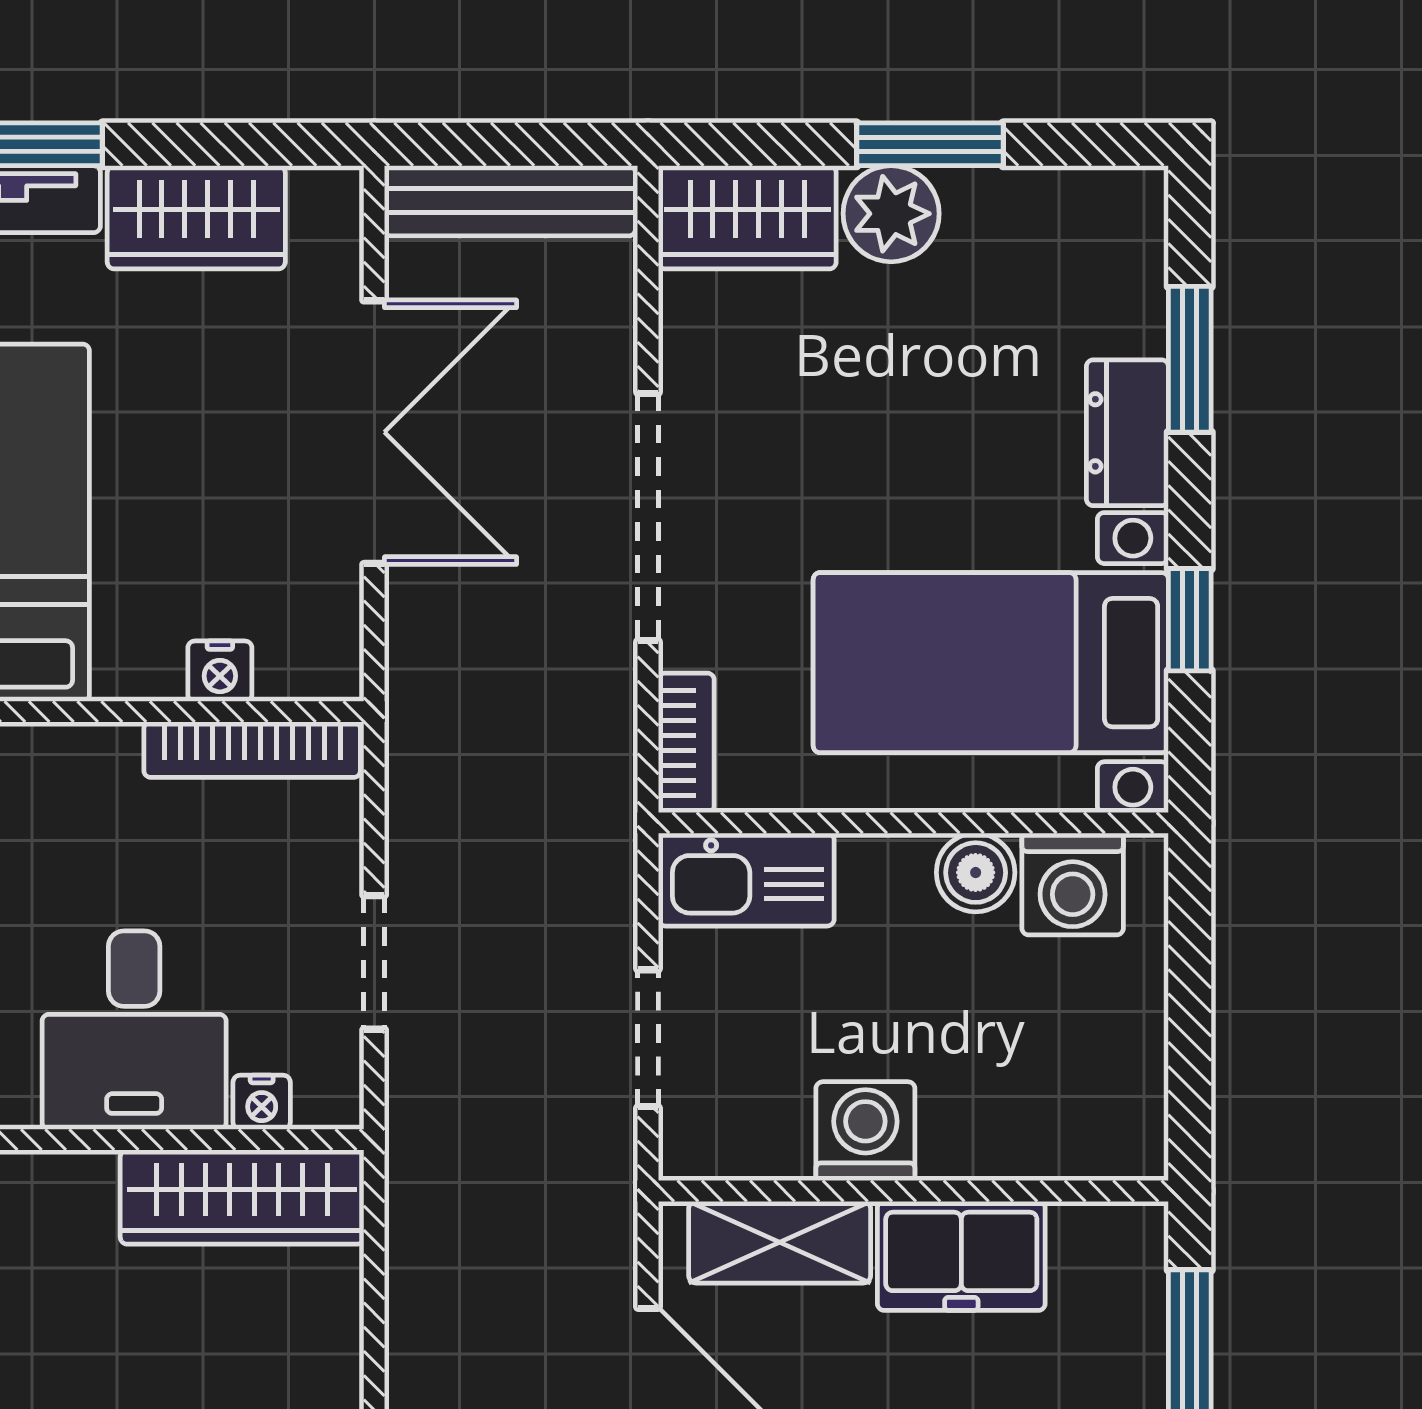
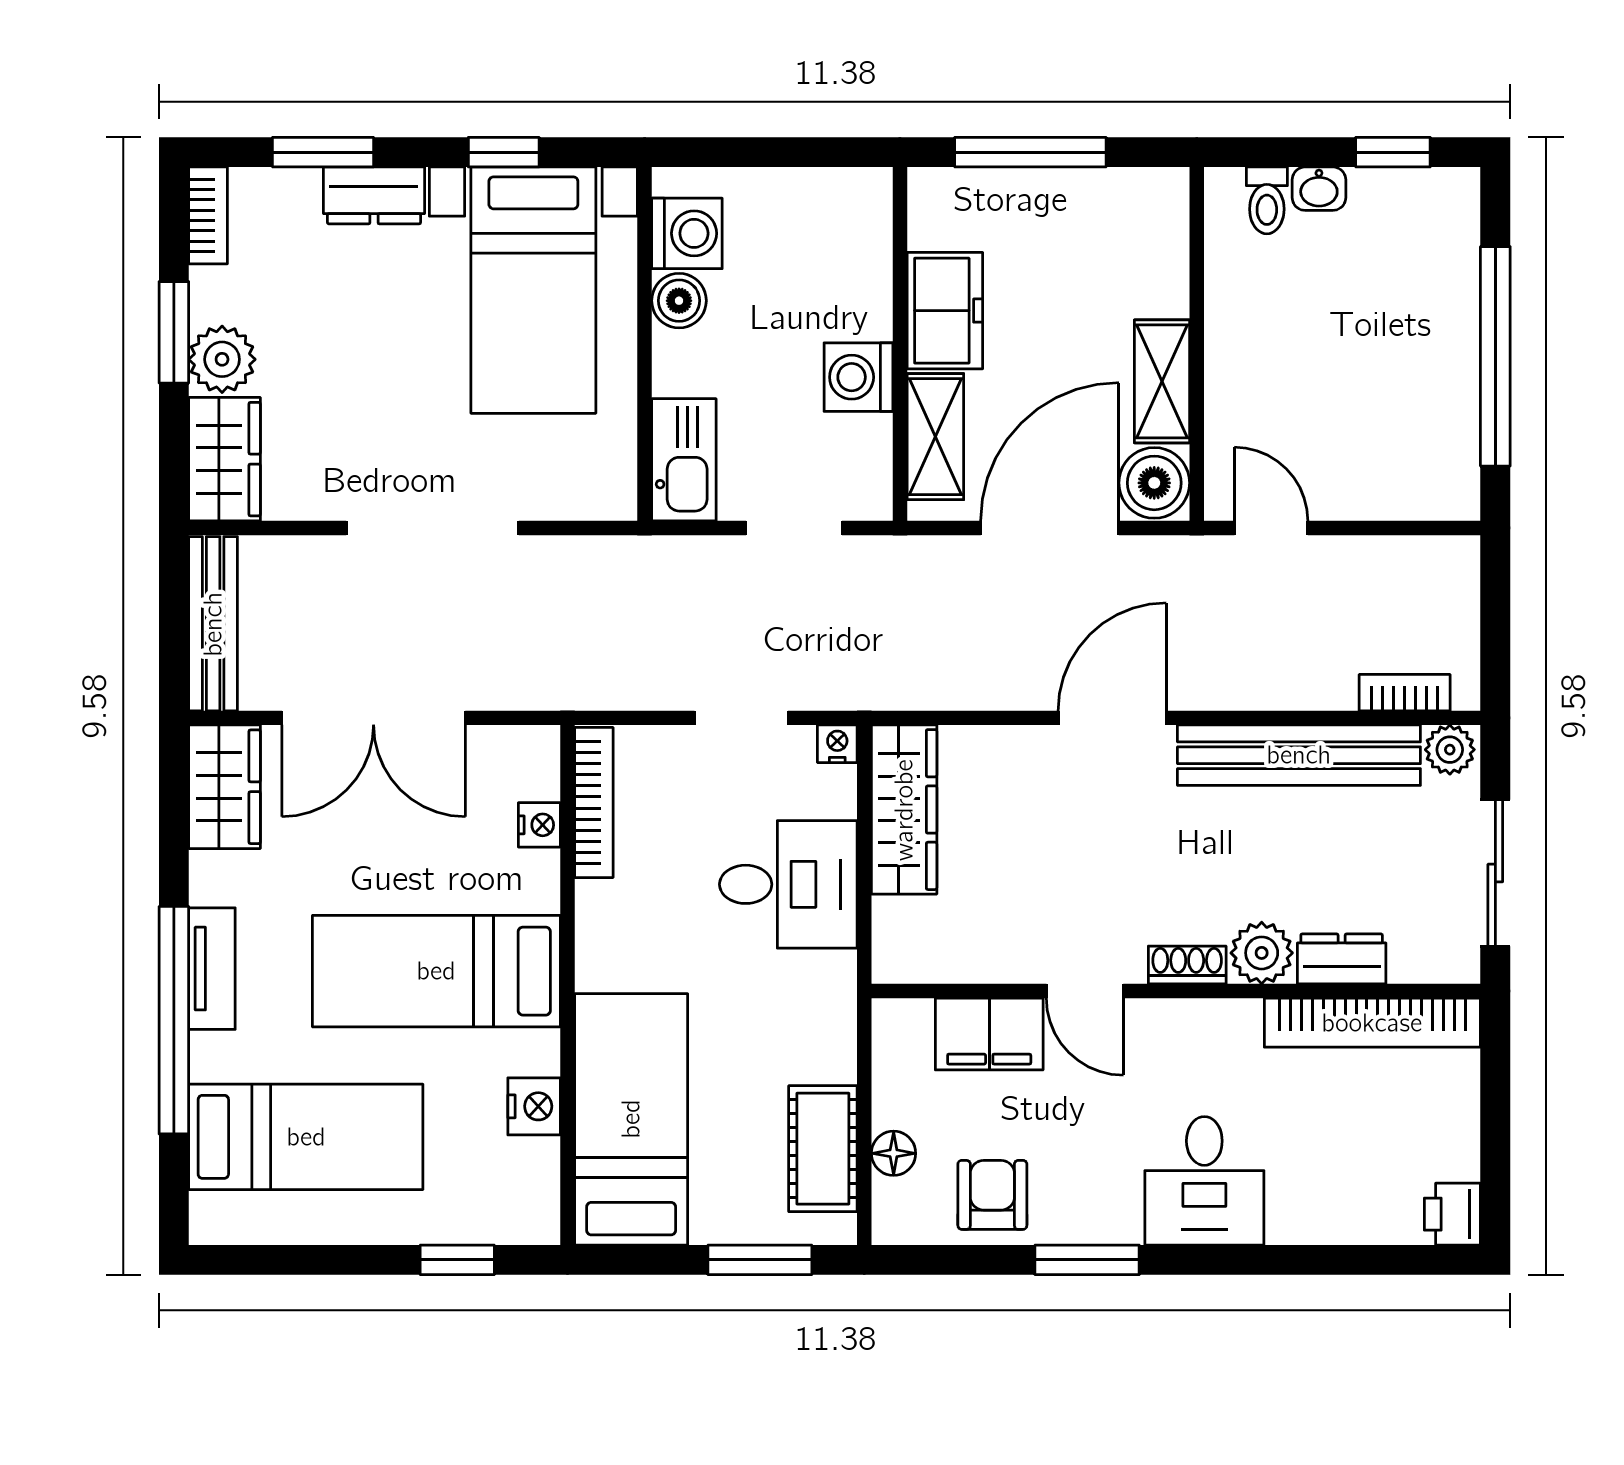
wardrobe: (196, 217) -> (225, 787), moved
double door: (374, 432) -> (374, 718), swing flipped
bookcase: (686, 743) -> (208, 215), moved, turned 90
nightstand: (262, 1102) -> (837, 744), moved, turned -90

